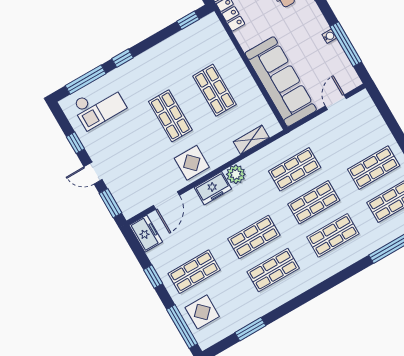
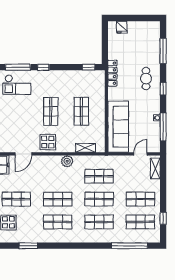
shelving: (369, 111) -> (155, 168), added
freezer: (213, 188) -> (51, 162), removed

